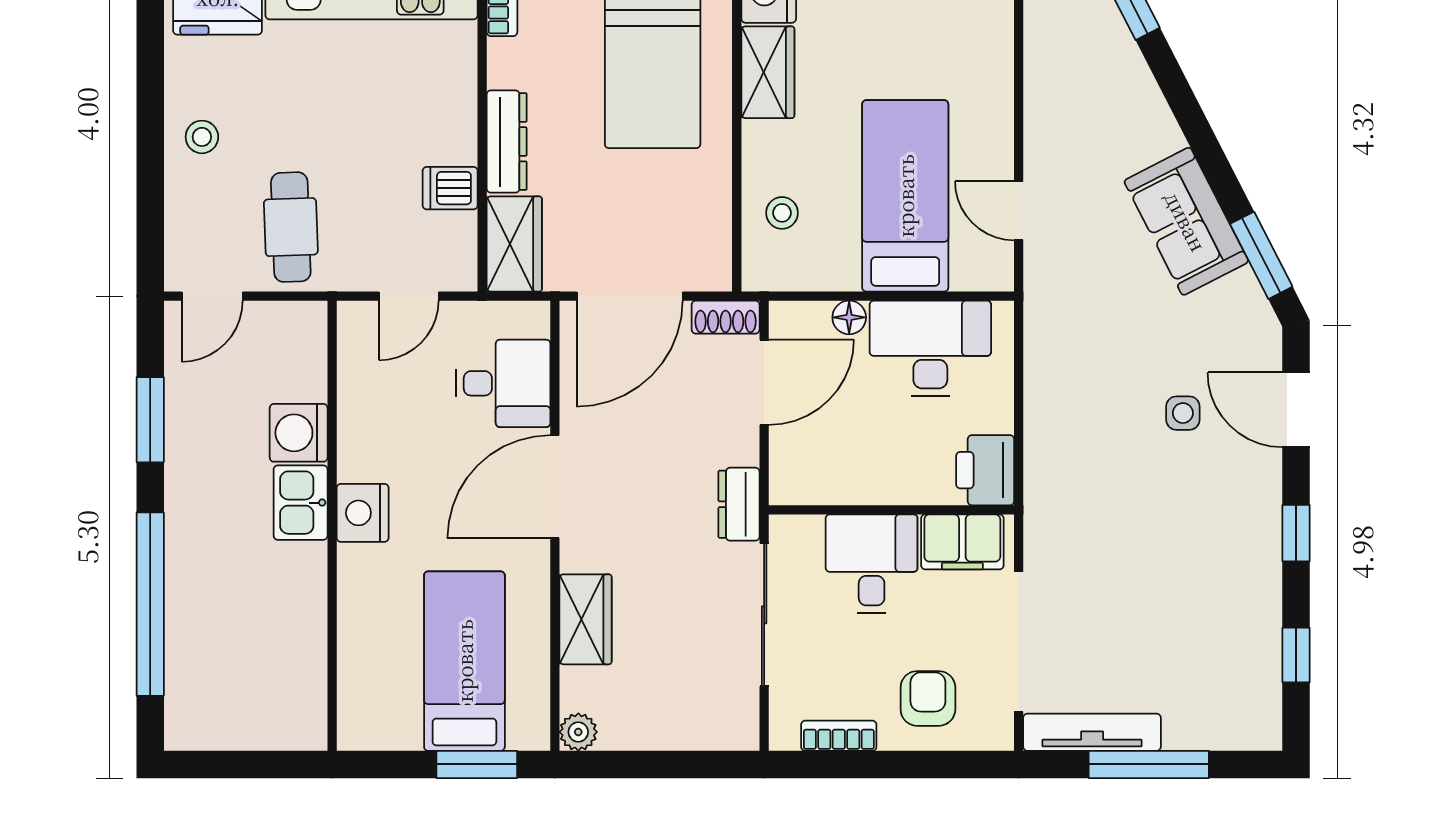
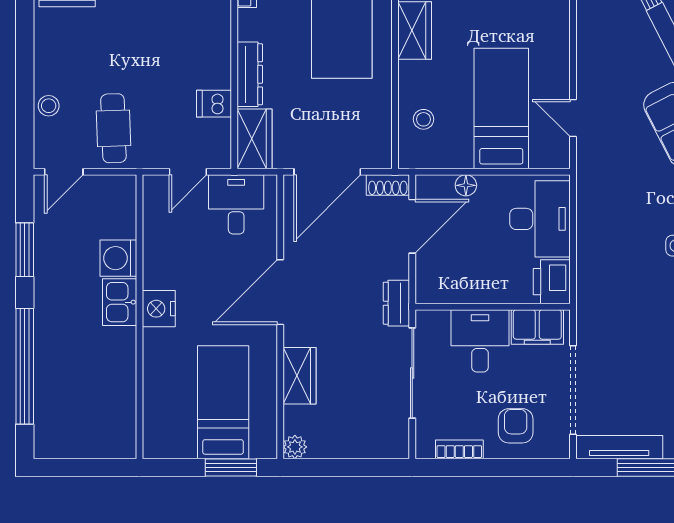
stool: (202, 137) -> (49, 106), moved
desk: (930, 348) -> (540, 219), moved, turned 90
desk: (503, 383) -> (236, 204), moved, turned -90

